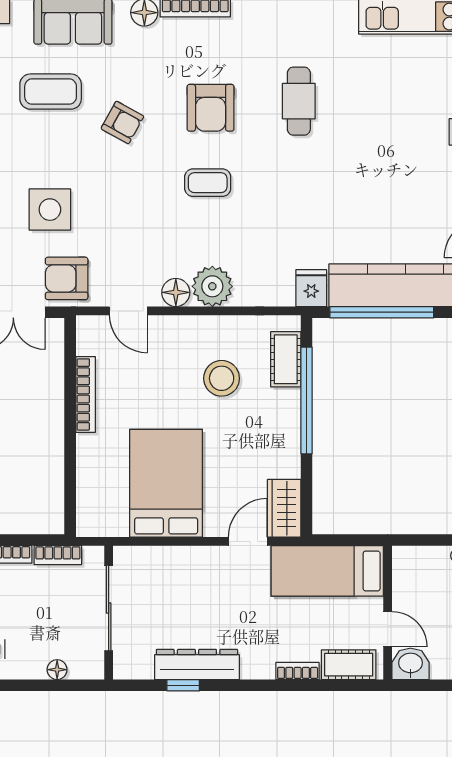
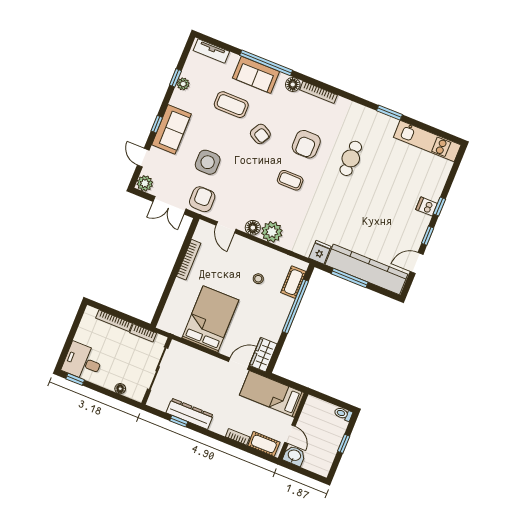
armchair: (67, 278) -> (202, 199), turned 90
window: (382, 312) -> (350, 278), width x0.68
stool: (222, 378) -> (258, 279), width x0.53, depth x0.53

